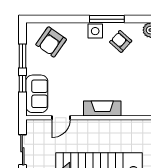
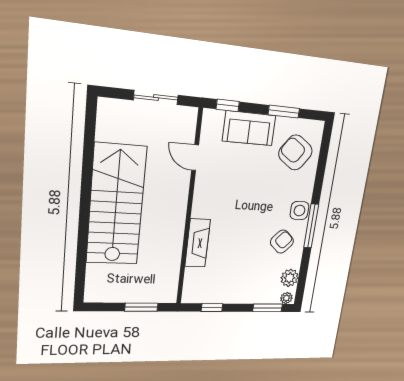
window: (22, 84) -> (228, 105), moved
sofa: (37, 94) -> (249, 128), moved
fireplace: (102, 109) -> (198, 243), moved

